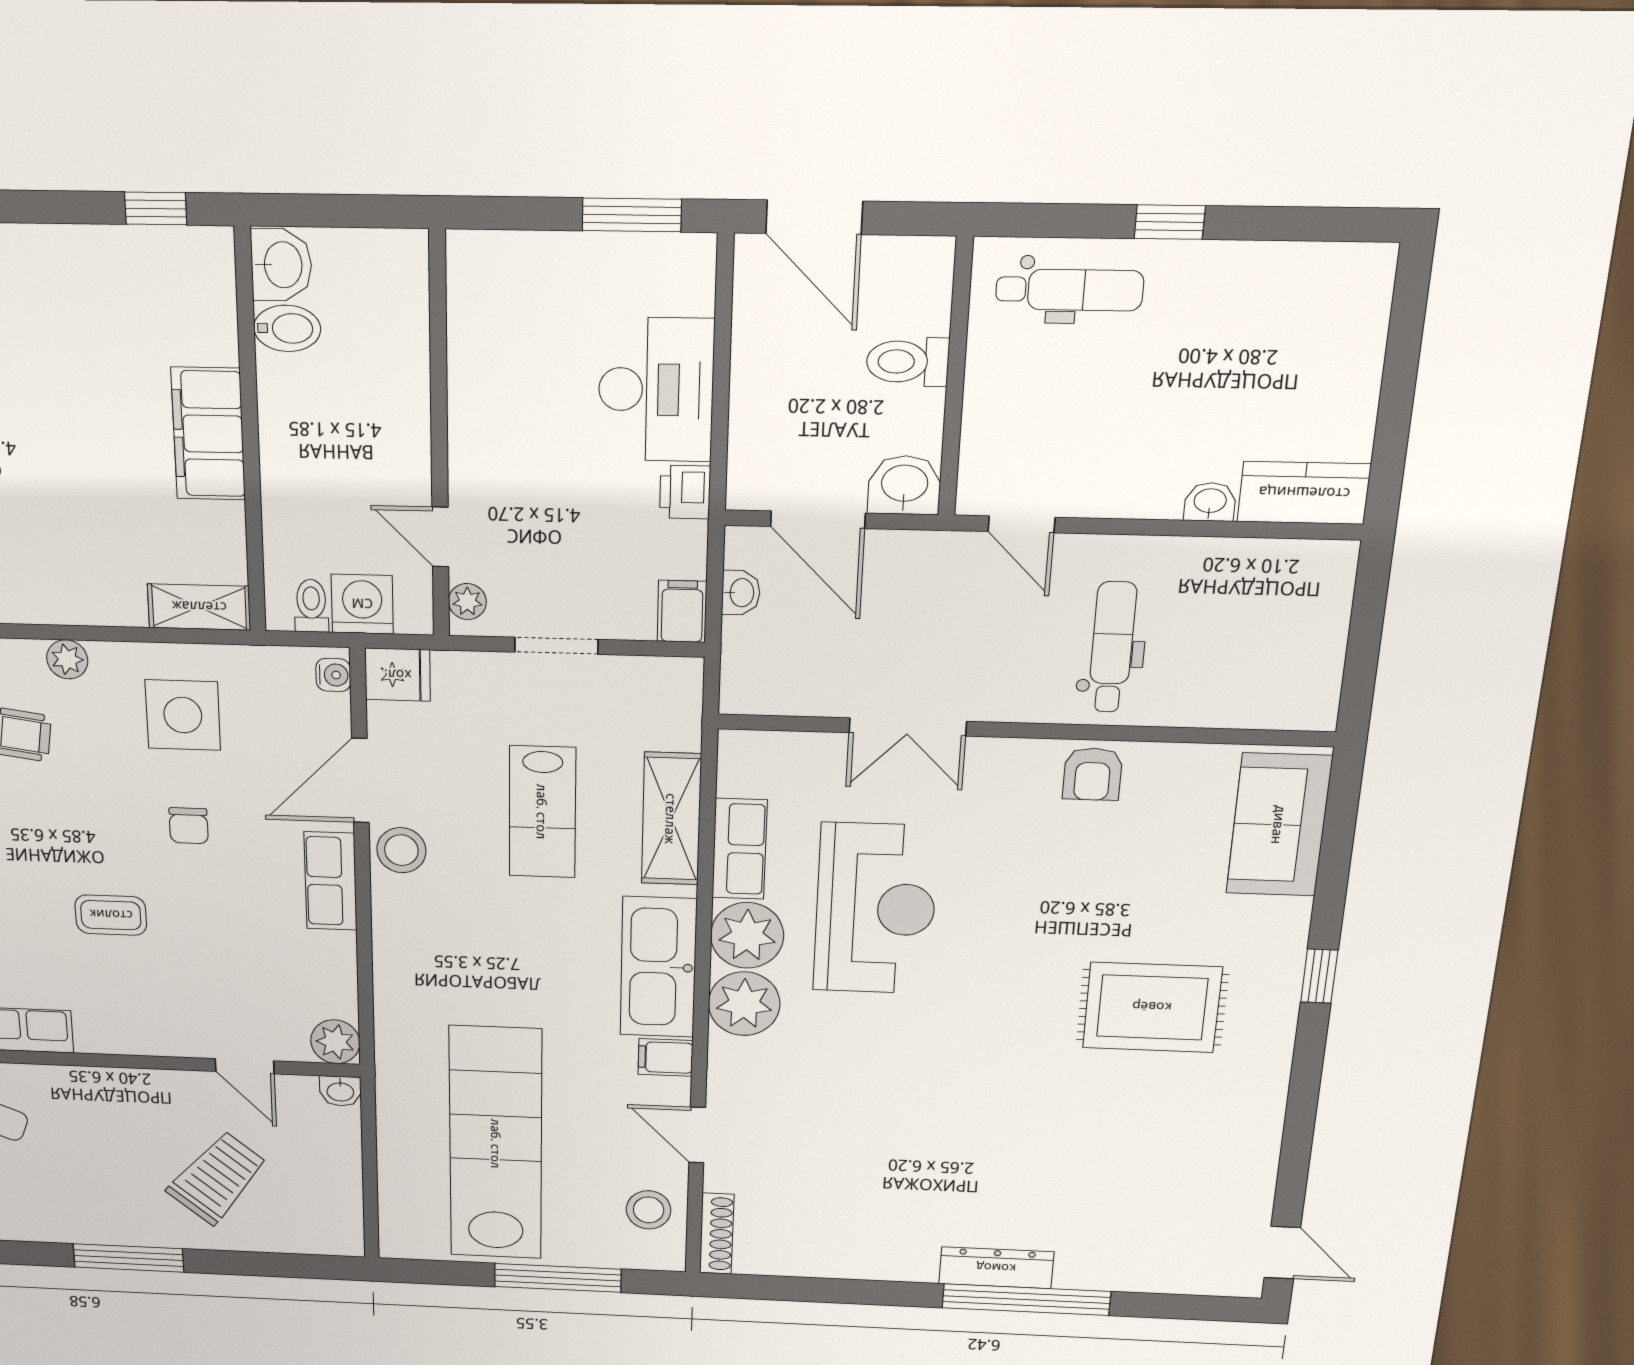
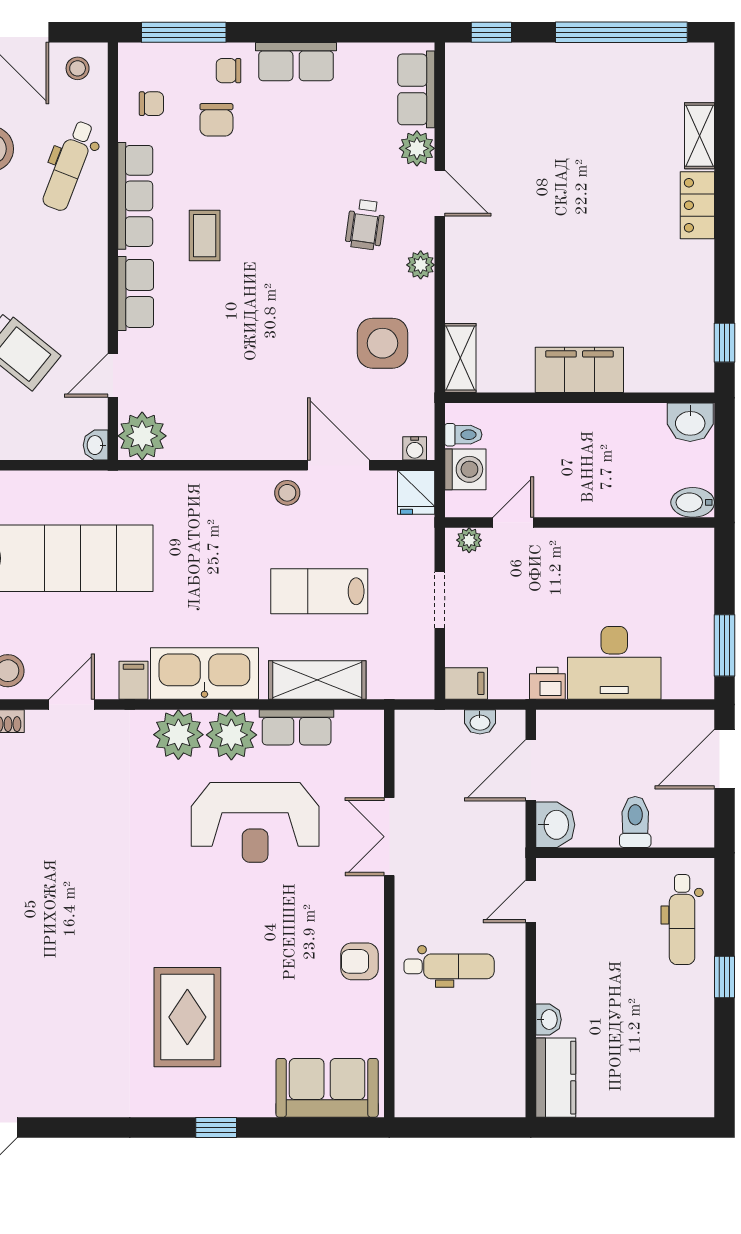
bidet: (287, 328) -> (693, 502), moved, turned 90
chair: (189, 826) -> (300, 343), removed
stool: (401, 850) -> (287, 493), width x0.73, depth x0.73
row of seats: (331, 881) -> (136, 293), moved, turned 90
coffee table: (111, 915) -> (205, 236), moved
plant: (335, 1042) -> (142, 436), width x1.36, depth x1.36

